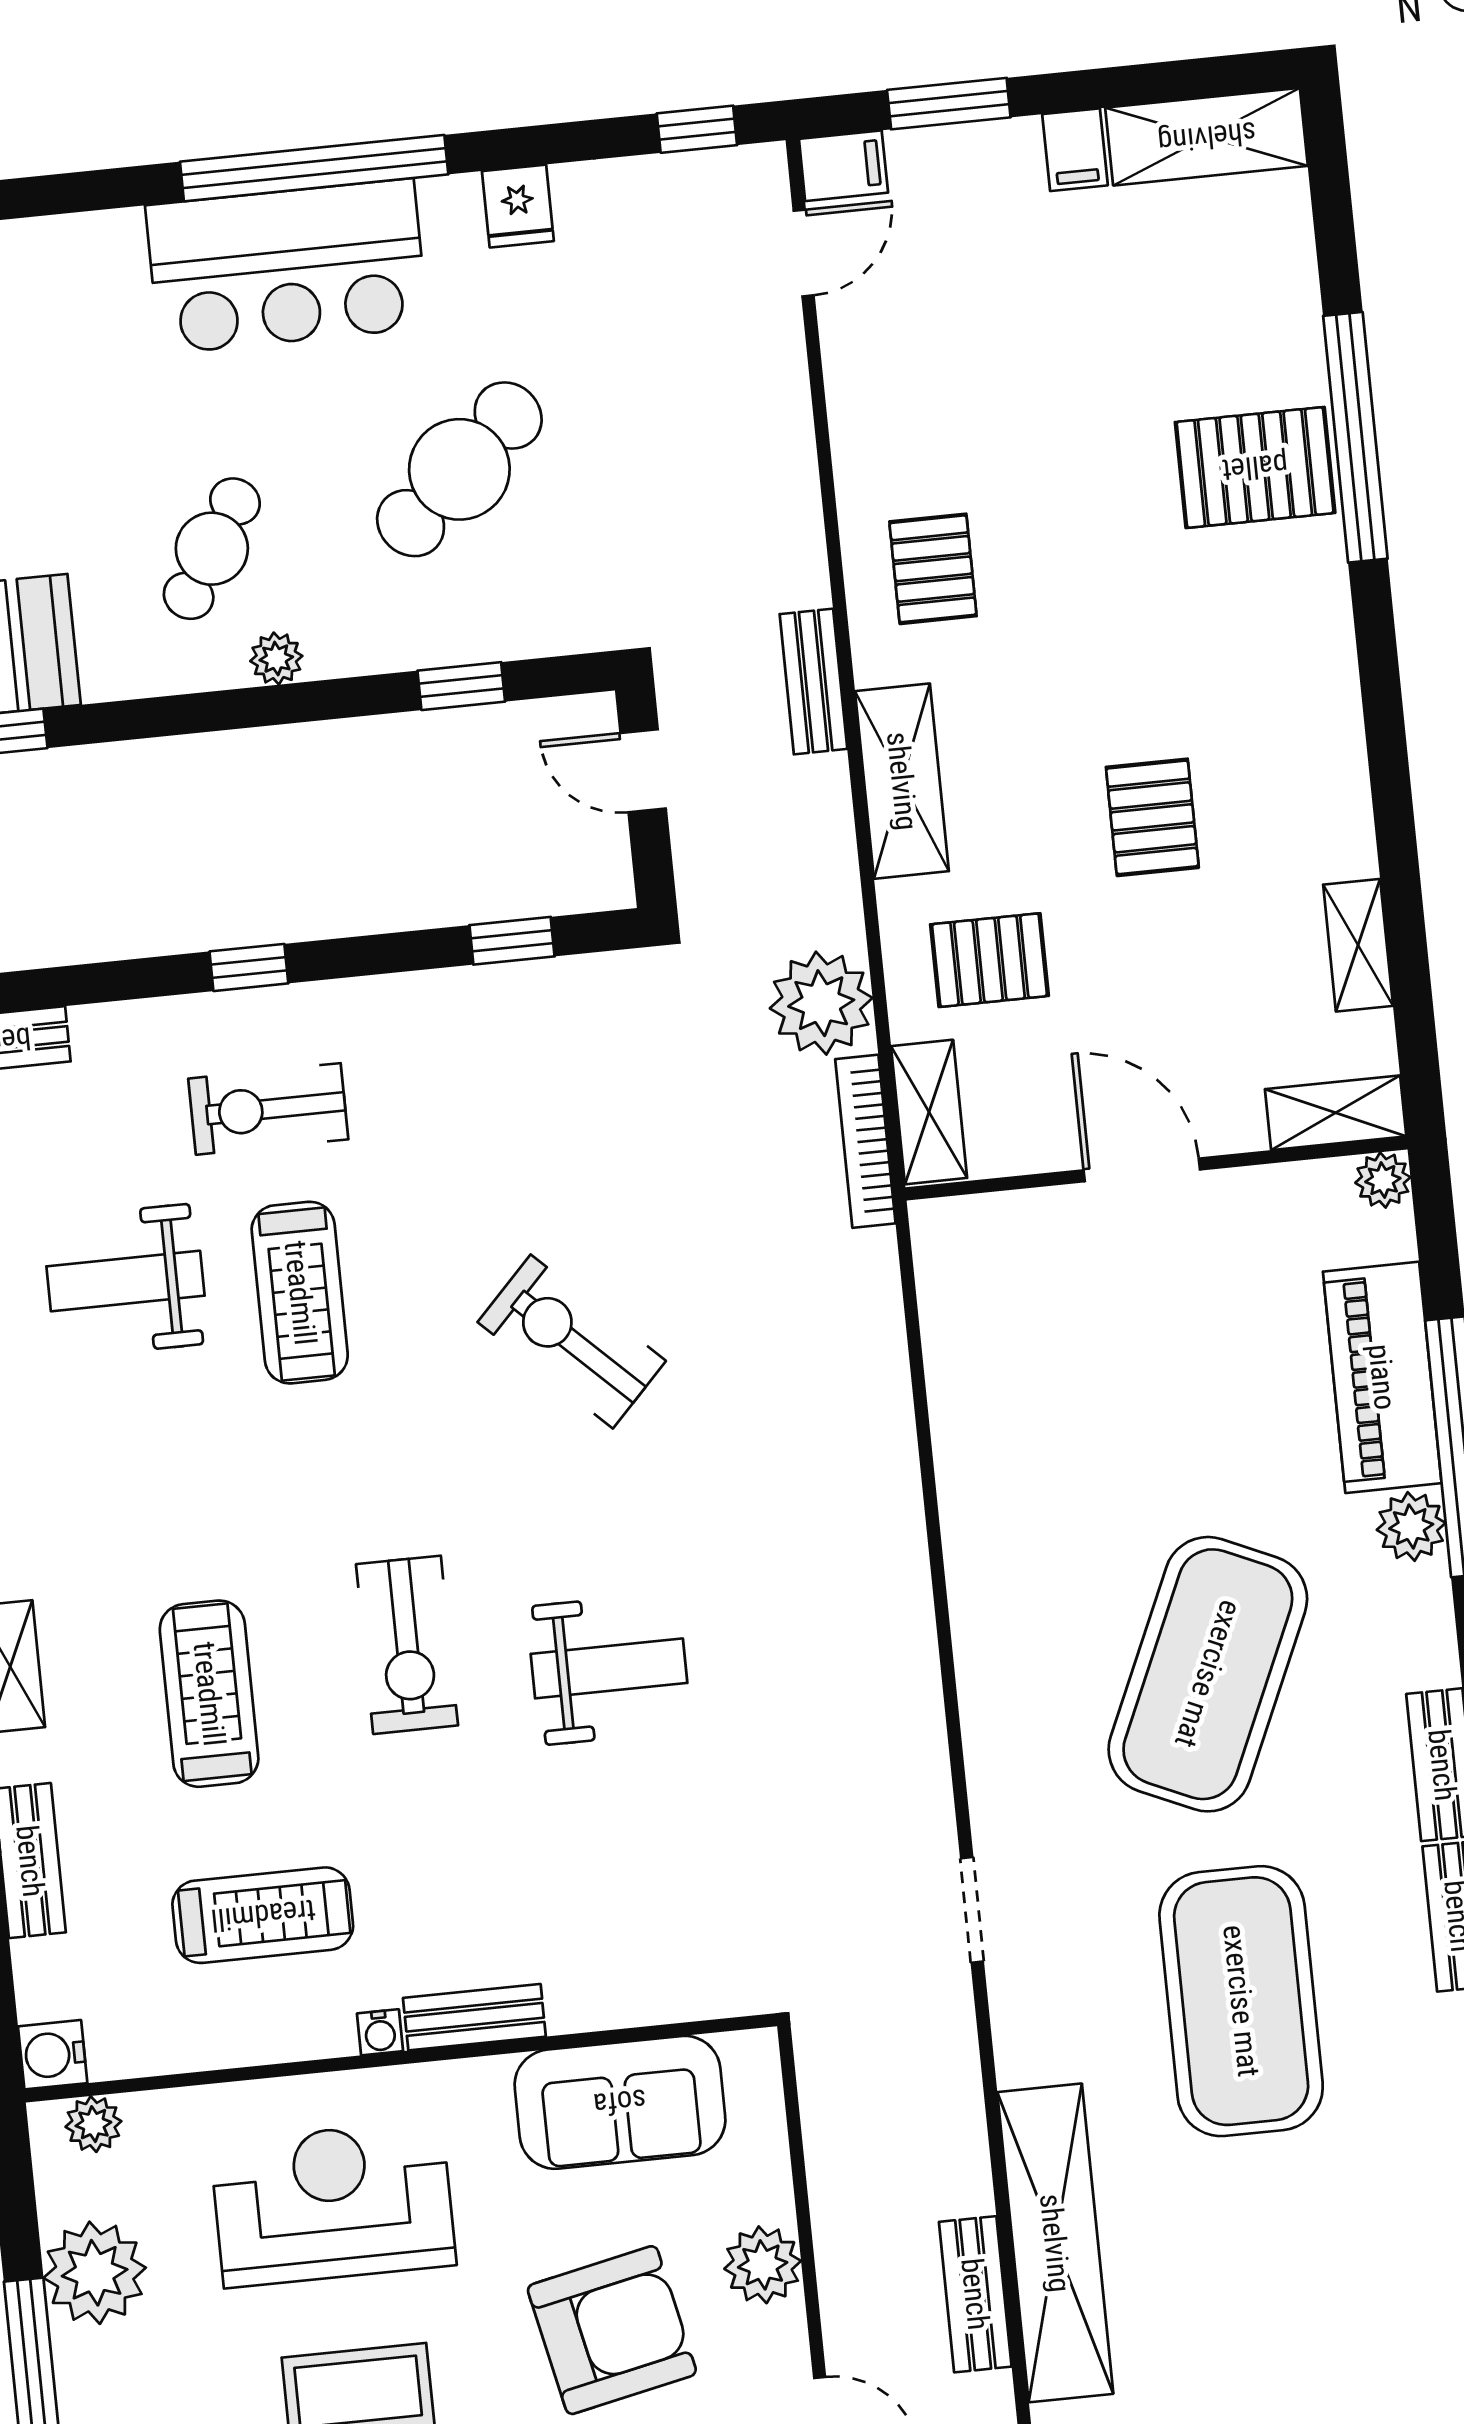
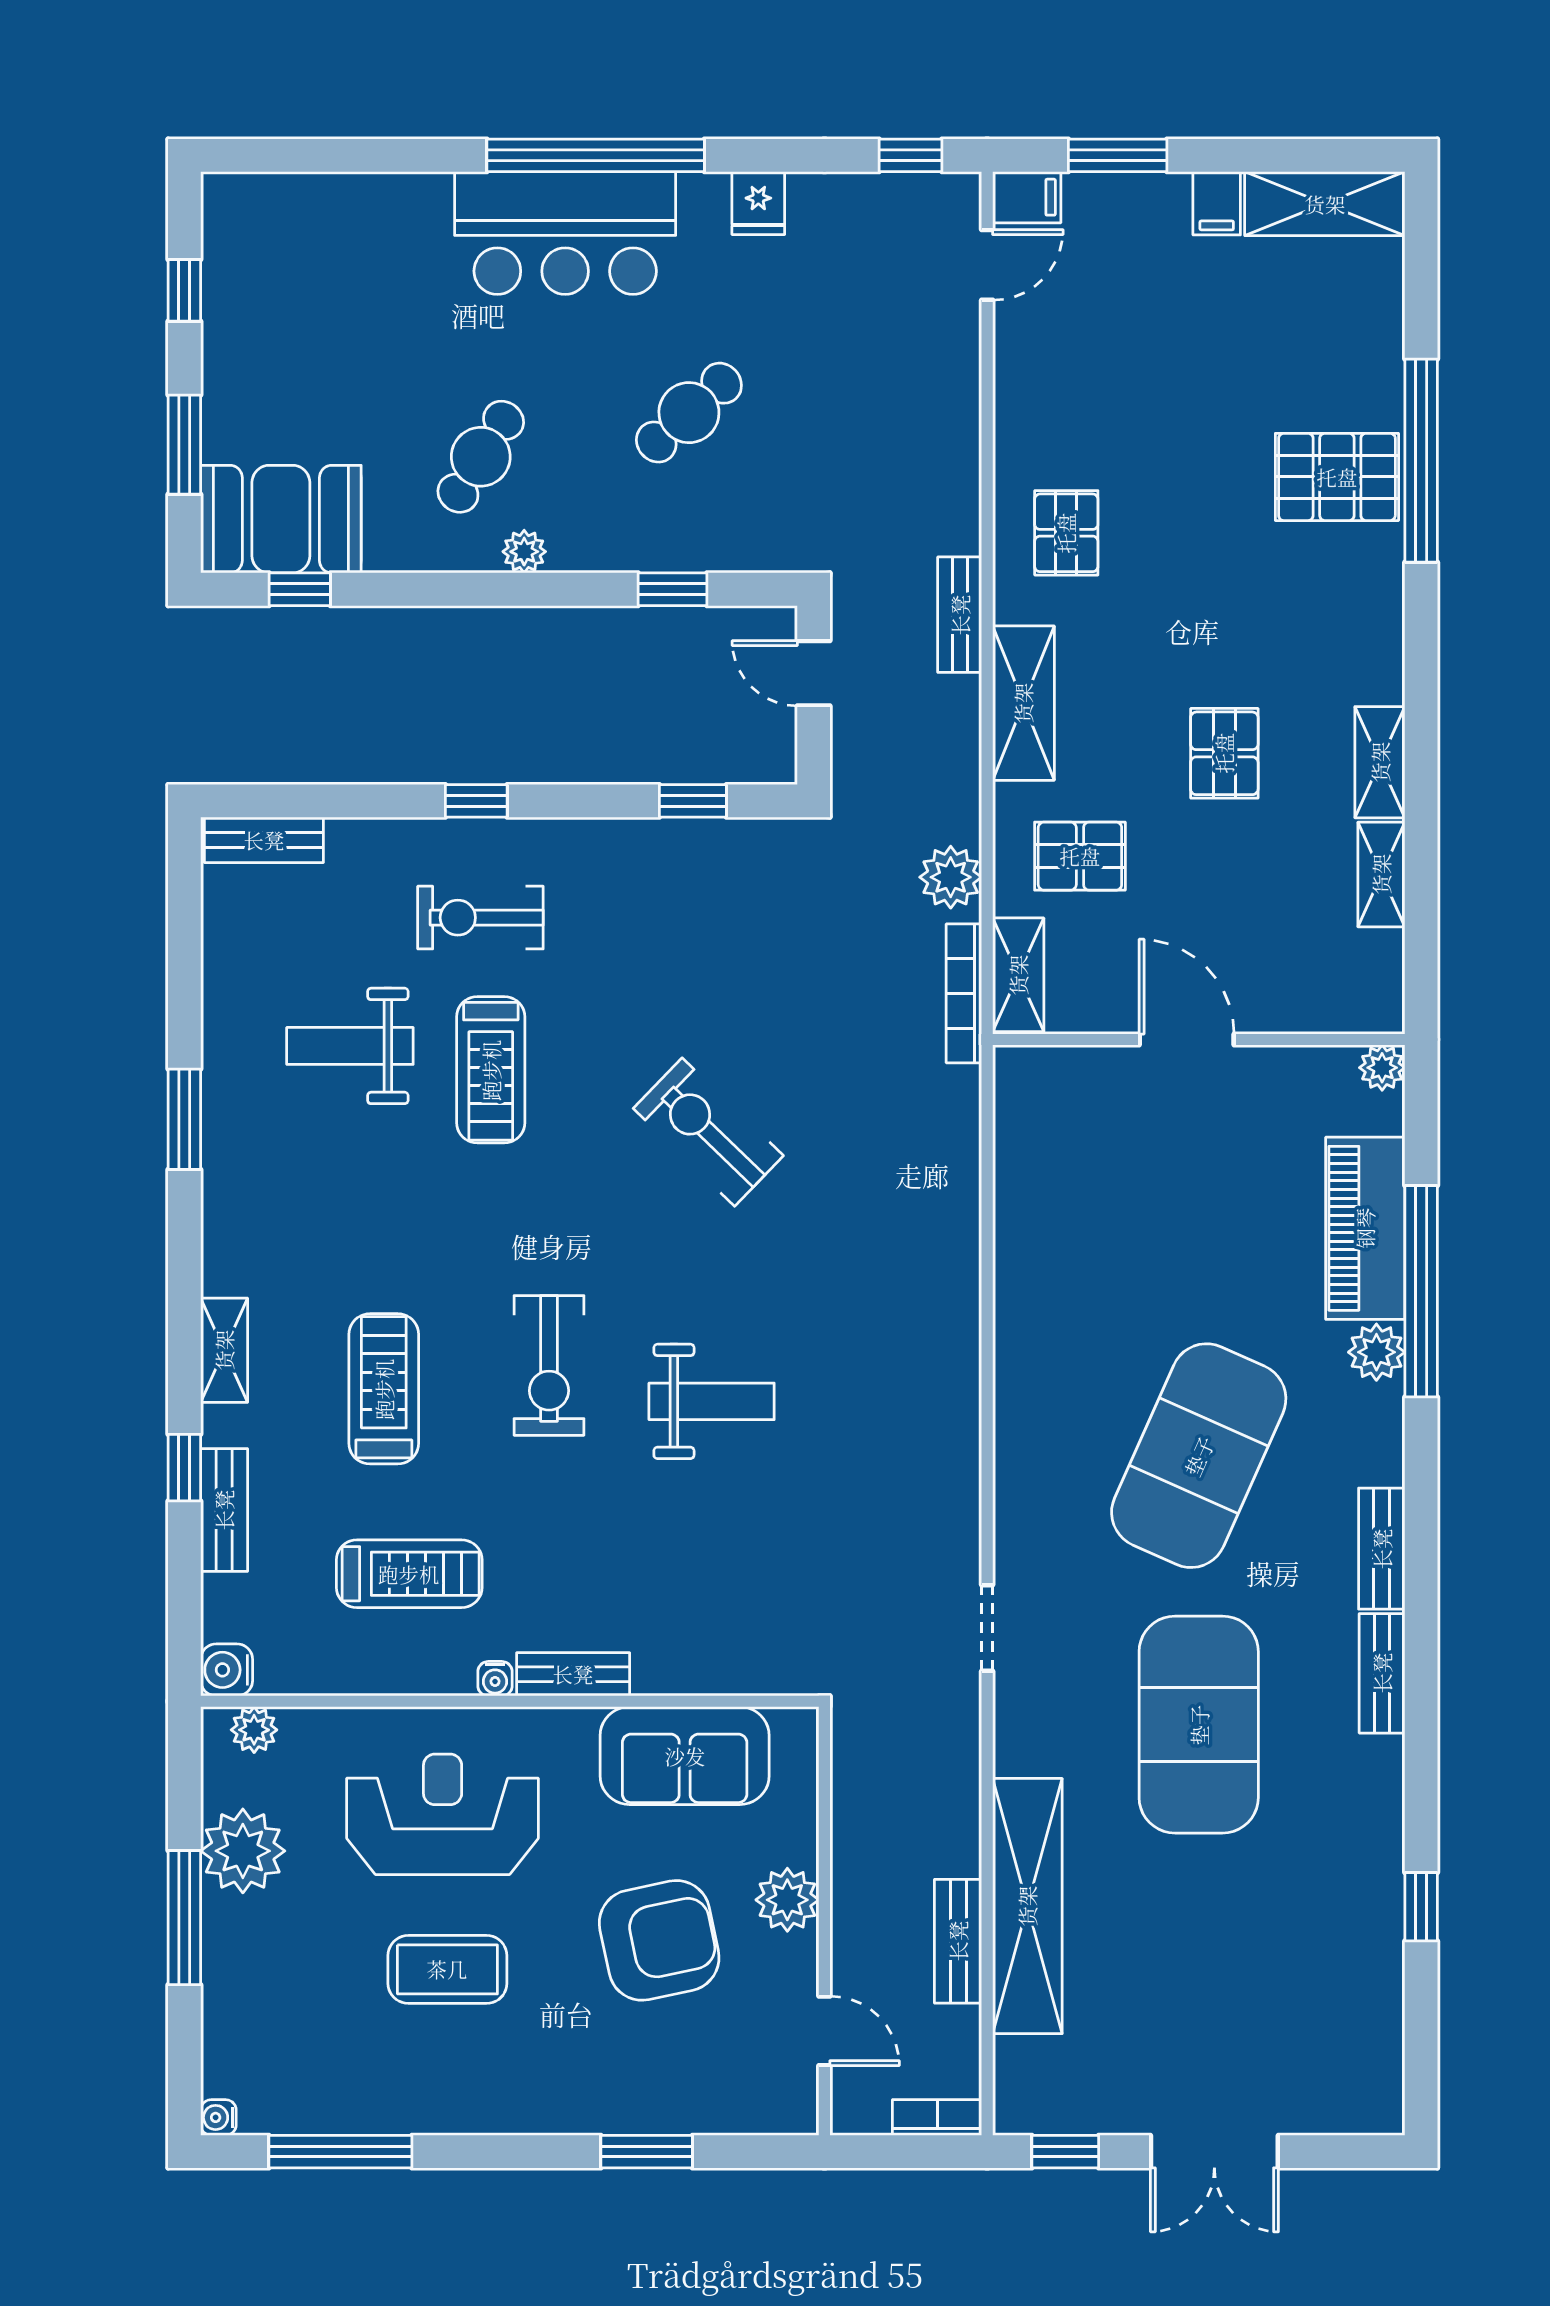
cafe table: (459, 469) -> (689, 413), width x0.73, depth x0.74
plant: (821, 1003) -> (951, 877), width x0.73, depth x0.73
shelving: (1336, 1113) -> (1380, 762), moved, turned 90

